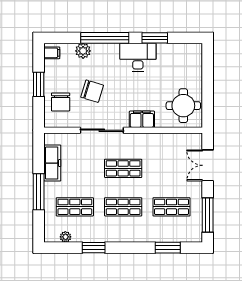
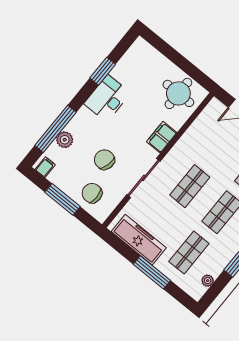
window: (105, 38) -> (55, 129), moved
window: (39, 84) -> (62, 199), width x1.44
chair: (92, 91) -> (104, 160), turned -93
chair: (61, 102) -> (92, 193), turned 180
freezer: (52, 163) -> (139, 240), width x1.36, depth x1.26

